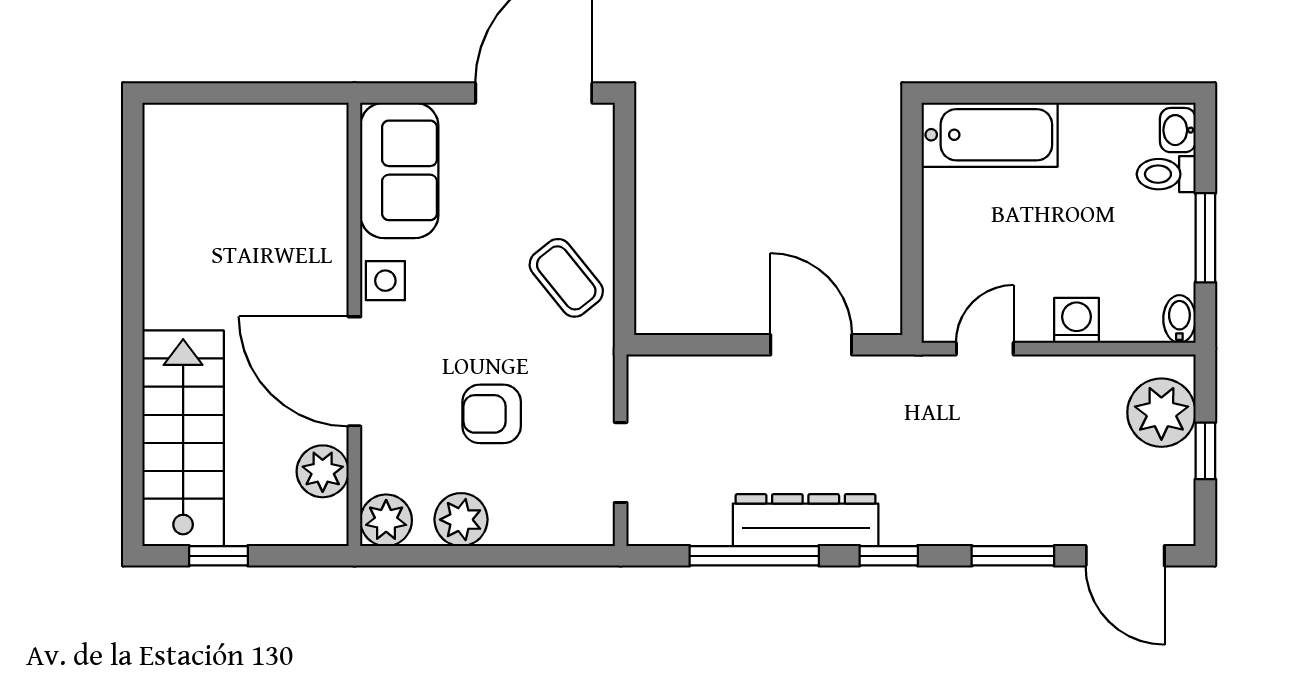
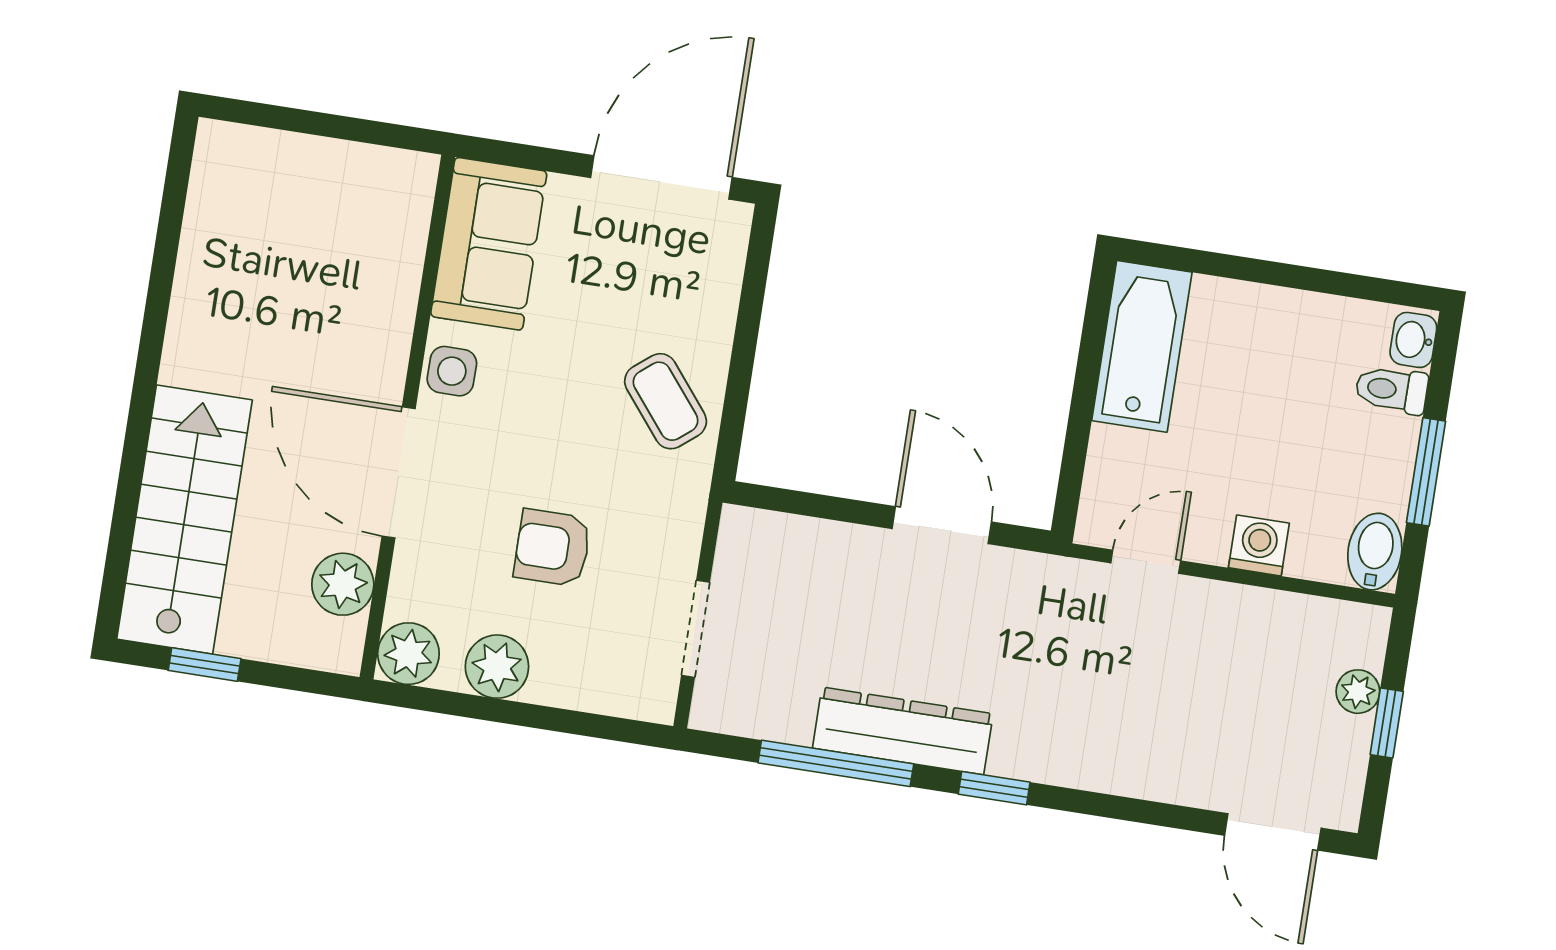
bathtub: (990, 135) -> (1142, 346), moved, turned -90
bidet: (1179, 319) -> (1375, 552), width x1.38, depth x1.36
plant: (1161, 413) -> (1358, 692), width x0.53, depth x0.53
window: (1013, 556) -> (1141, 811), removed

